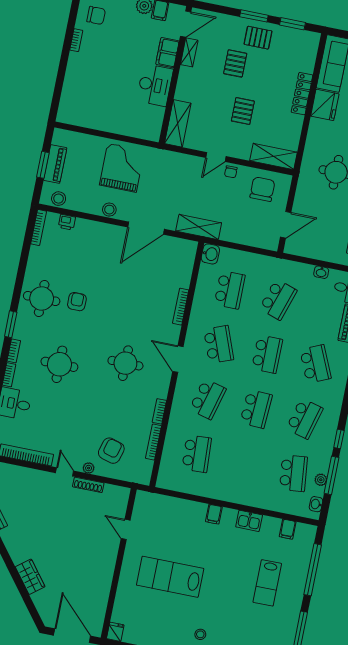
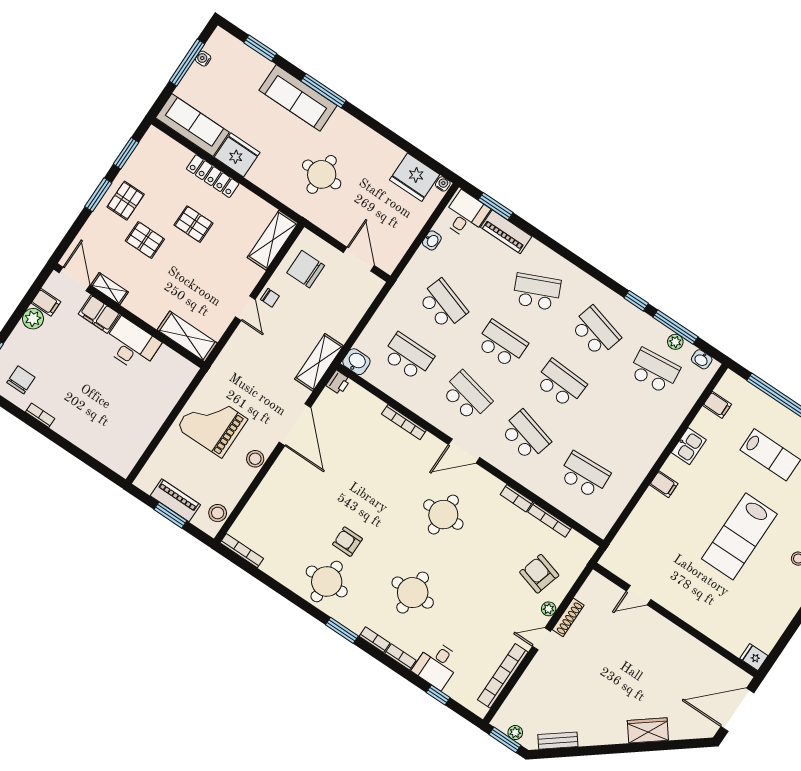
pallet: (243, 111) -> (193, 224), moved
printer: (67, 222) -> (338, 383), moved
school desk: (219, 344) -> (467, 396), turned 33
lab bench: (170, 577) -> (739, 536), moved

